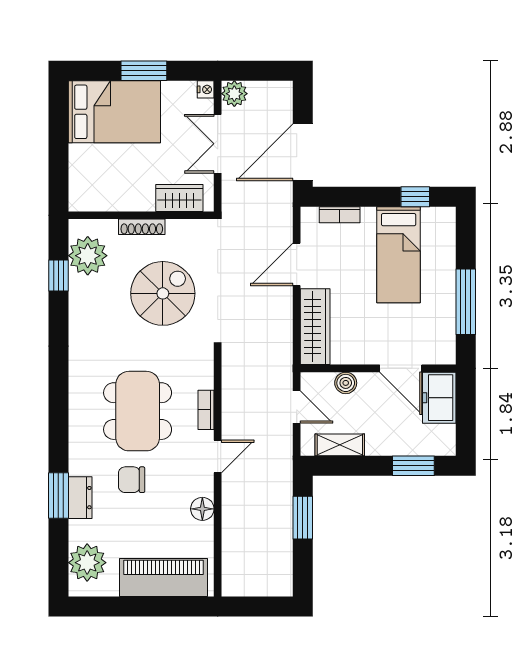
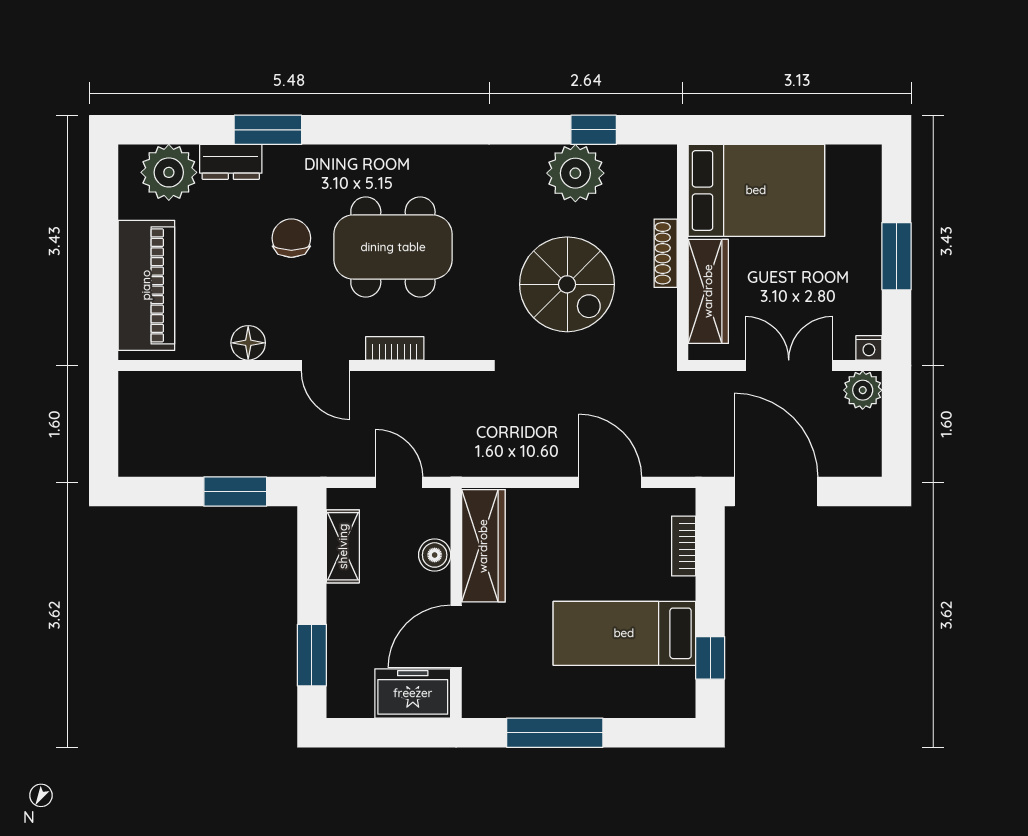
bed: (114, 112) -> (756, 190), moved, turned -90
wardrobe: (179, 198) -> (708, 291), width x1.50
plant: (88, 256) -> (575, 173), moved
wardrobe: (315, 327) -> (483, 546), moved, turned -90
door: (297, 407) -> (399, 482), swing flipped
dresser: (80, 498) -> (231, 162), moved

